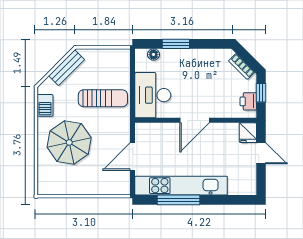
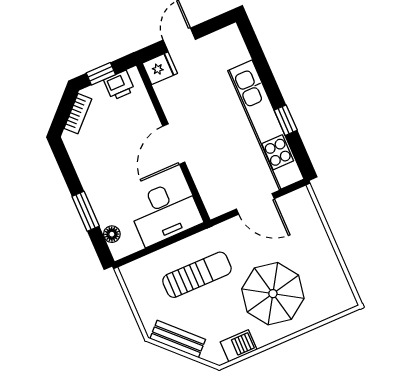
sun lounger: (103, 98) -> (197, 275), turned 90
door: (195, 120) -> (174, 144), swing flipped
window: (178, 200) -> (286, 120), width x0.46

